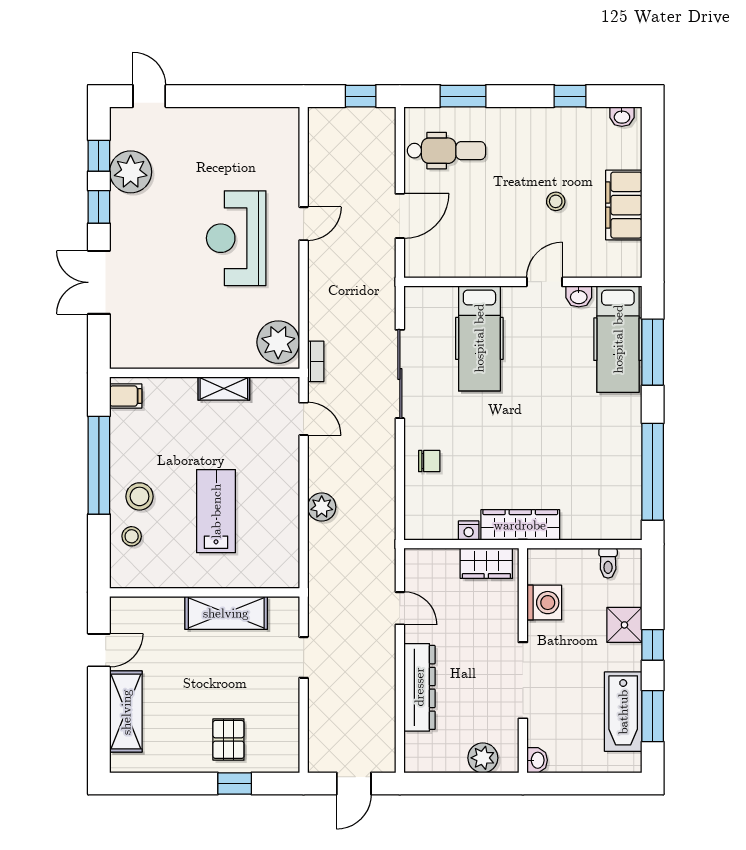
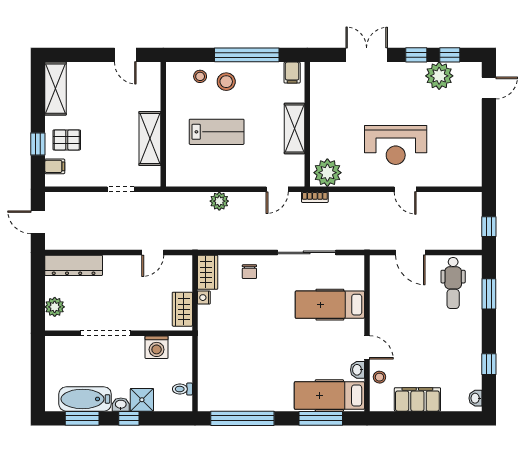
stool: (556, 201) -> (379, 377), moved
reception desk: (236, 238) -> (396, 145), turned 180
shelving: (224, 389) -> (294, 128), width x1.50, depth x1.33
wardrobe: (520, 525) -> (208, 272), moved, width x0.67
dresser: (419, 687) -> (74, 265), moved
shelving: (126, 712) -> (55, 89), moved, turned 90
filing cabinet: (269, 758) -> (55, 166), added
washbasin: (537, 760) -> (121, 405), moved, turned 180

